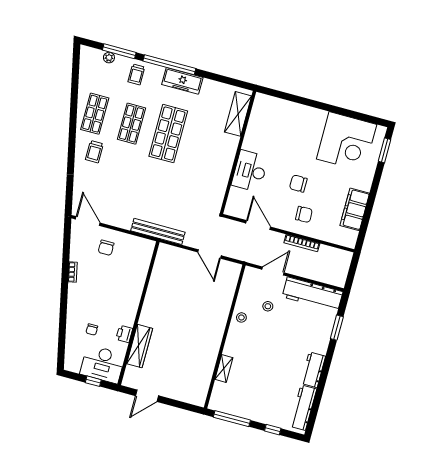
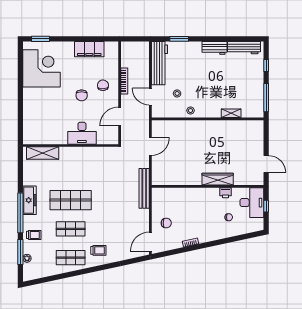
wardrobe: (140, 346) -> (218, 179), moved

